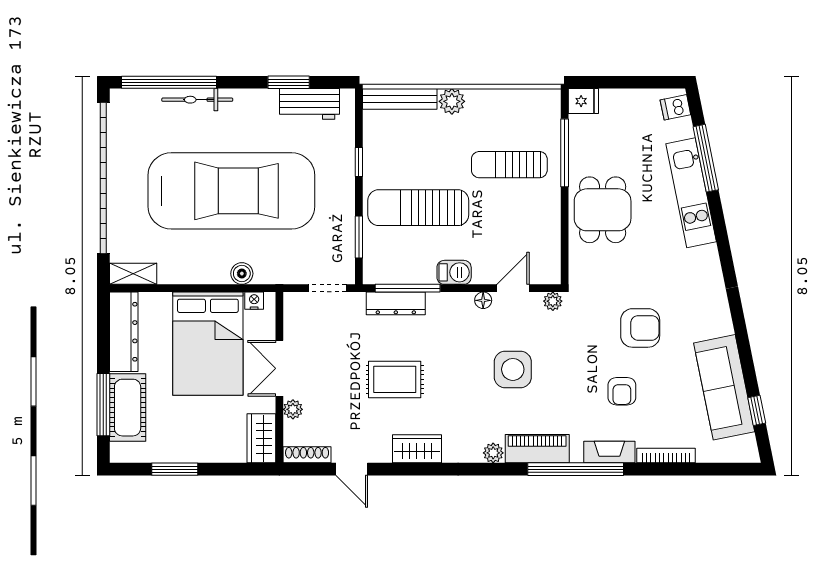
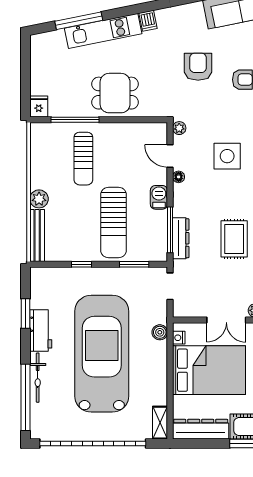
workbench: (309, 104) -> (41, 330), moved
dishwasher: (675, 107) -> (148, 21), moved
boiler: (242, 274) -> (160, 332), moved

